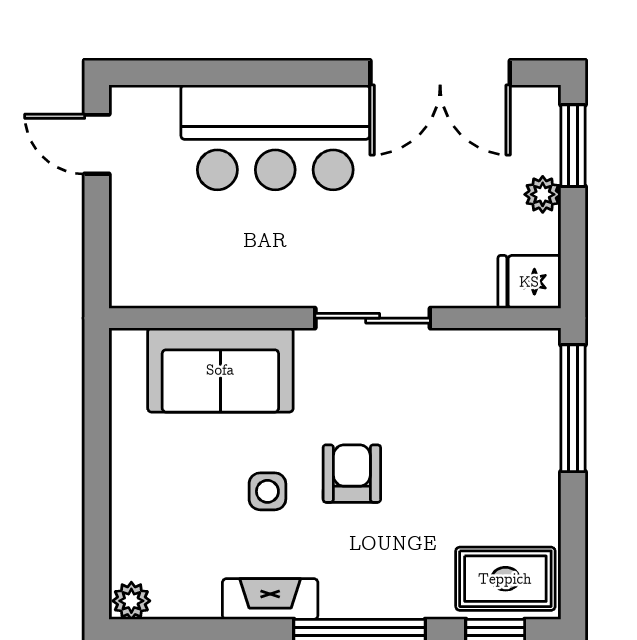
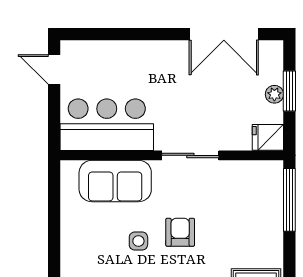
bar counter: (275, 137) -> (107, 125), moved, turned 180
window: (573, 146) -> (289, 91), moved

